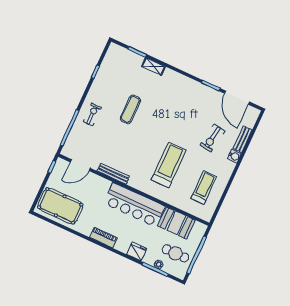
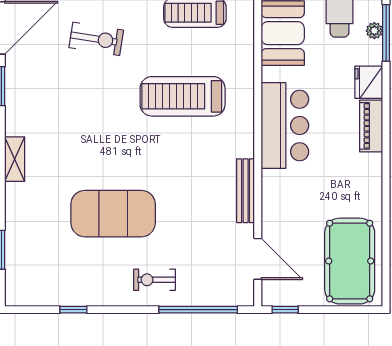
shelving: (153, 66) -> (15, 159), moved
exercise mat: (130, 109) -> (113, 214), width x2.00, depth x1.45
bar counter: (134, 205) -> (285, 126), width x0.73
piano: (103, 237) -> (371, 126), moved

